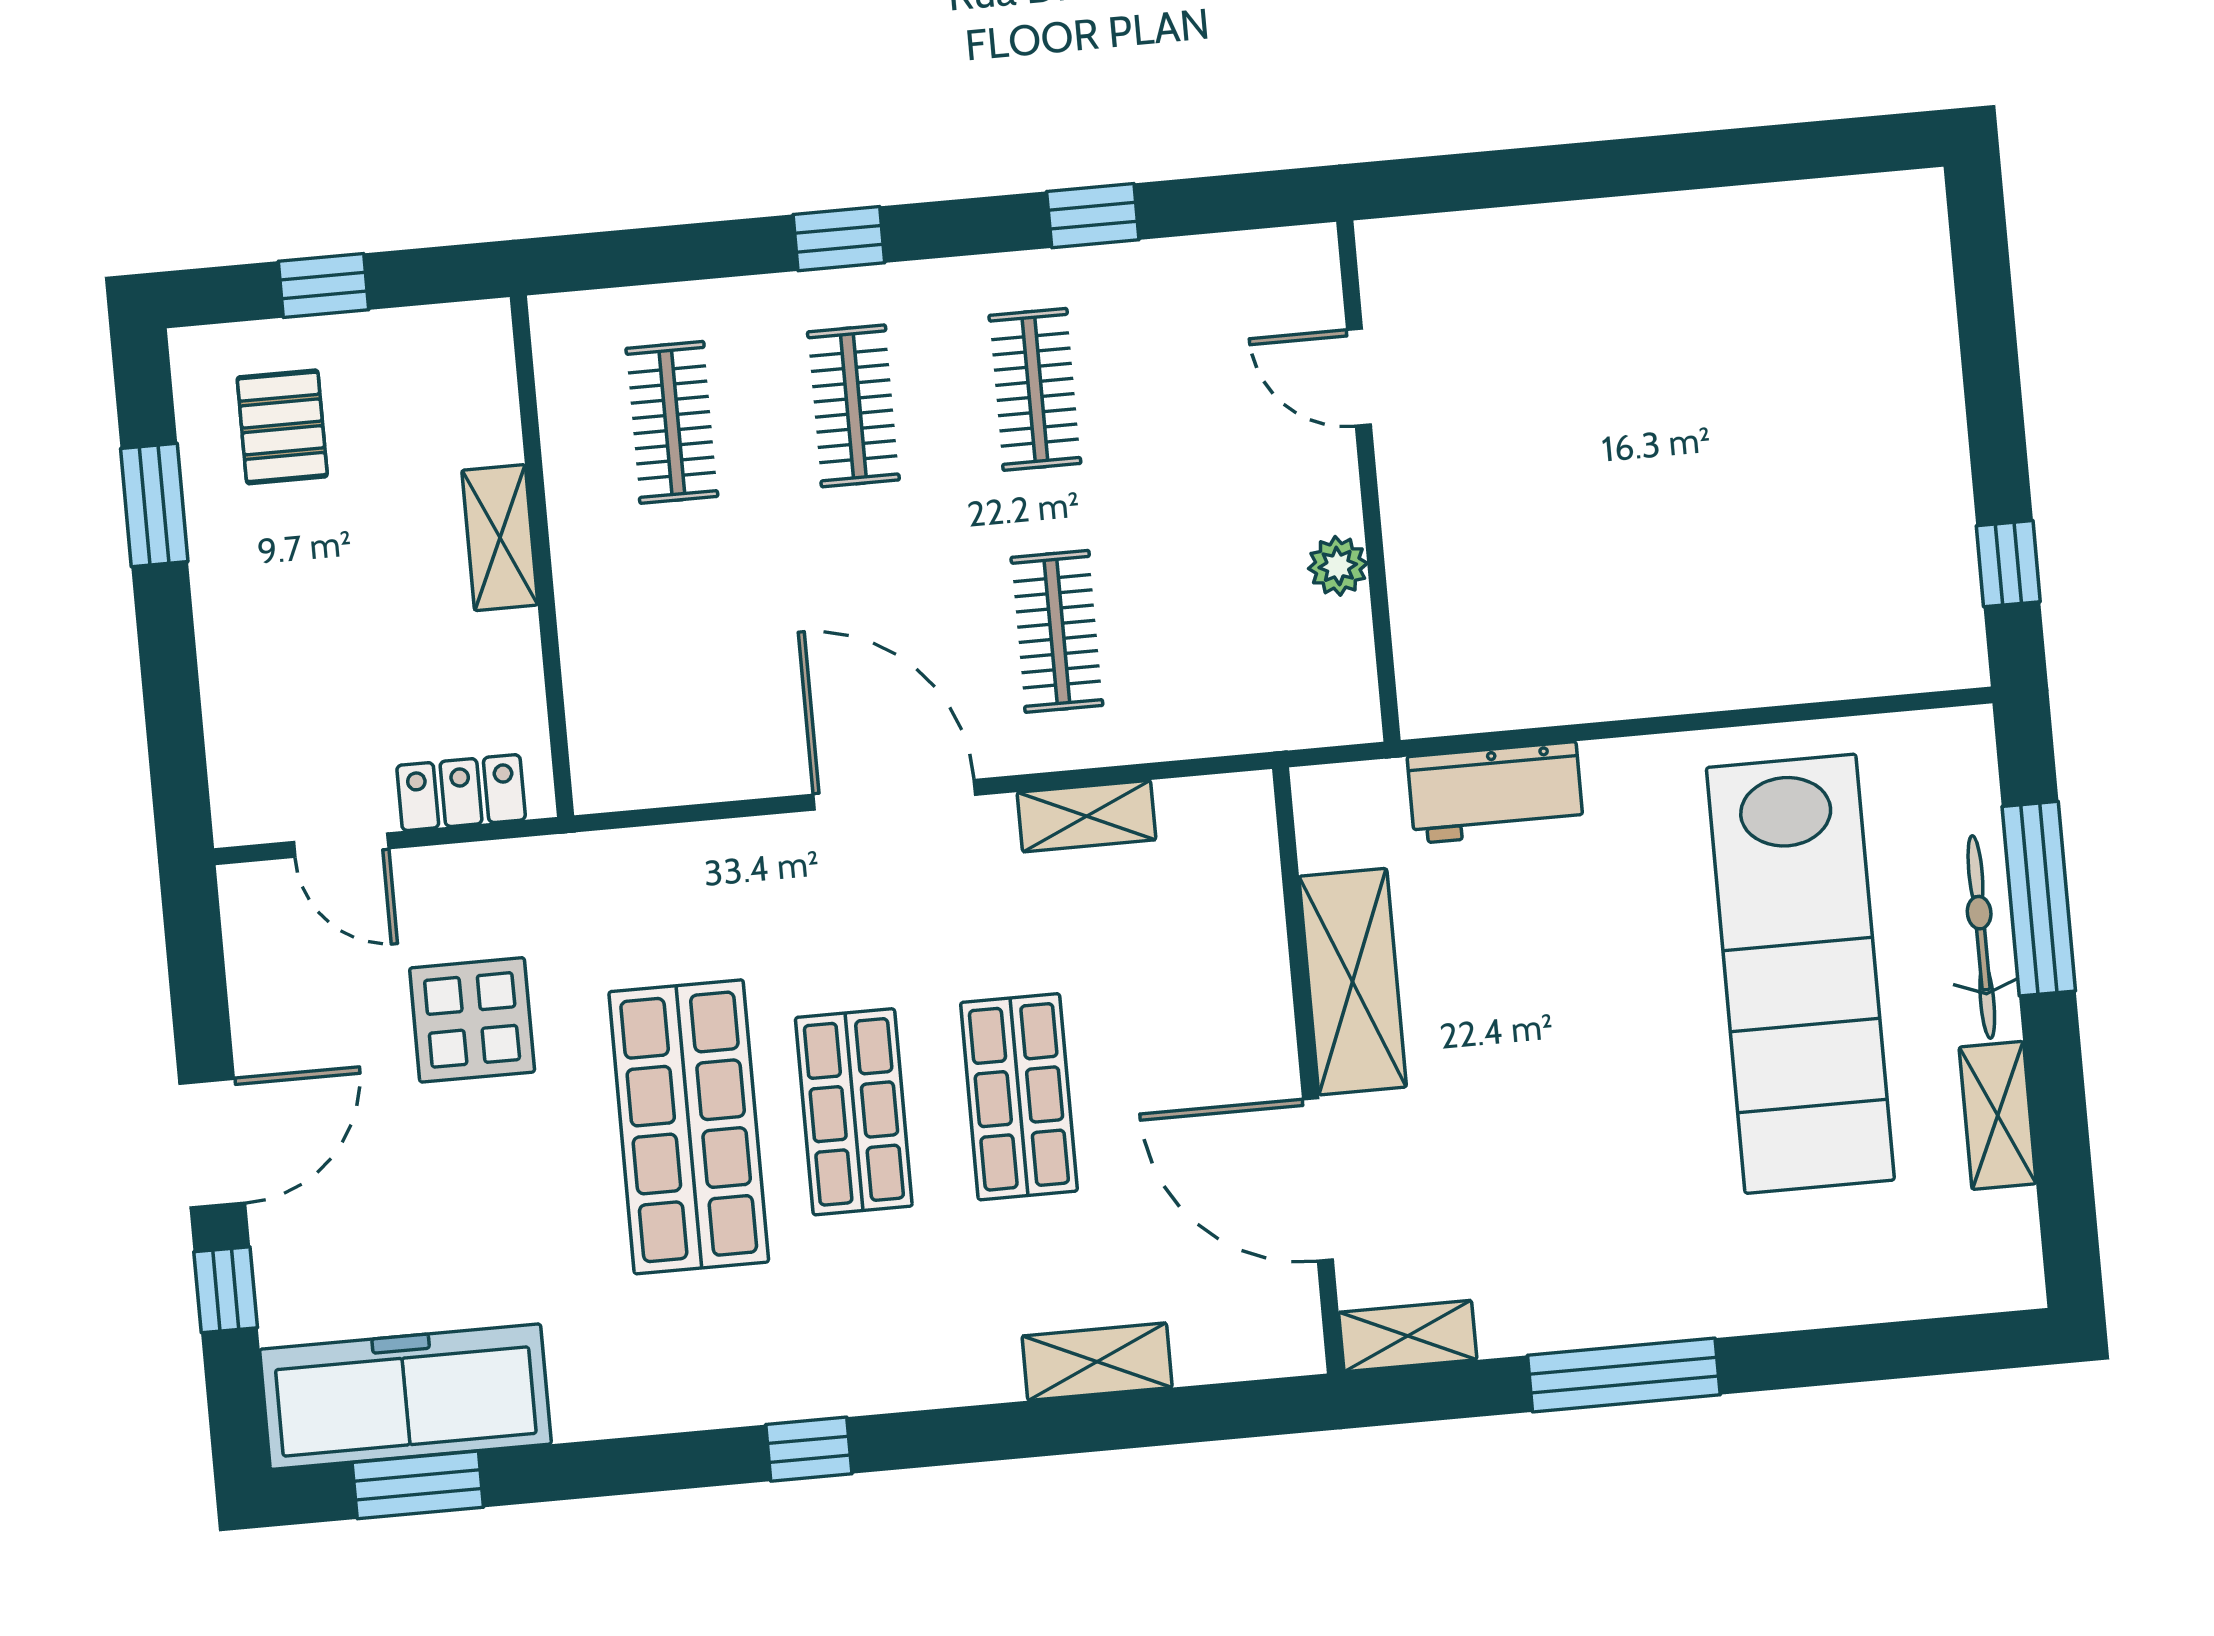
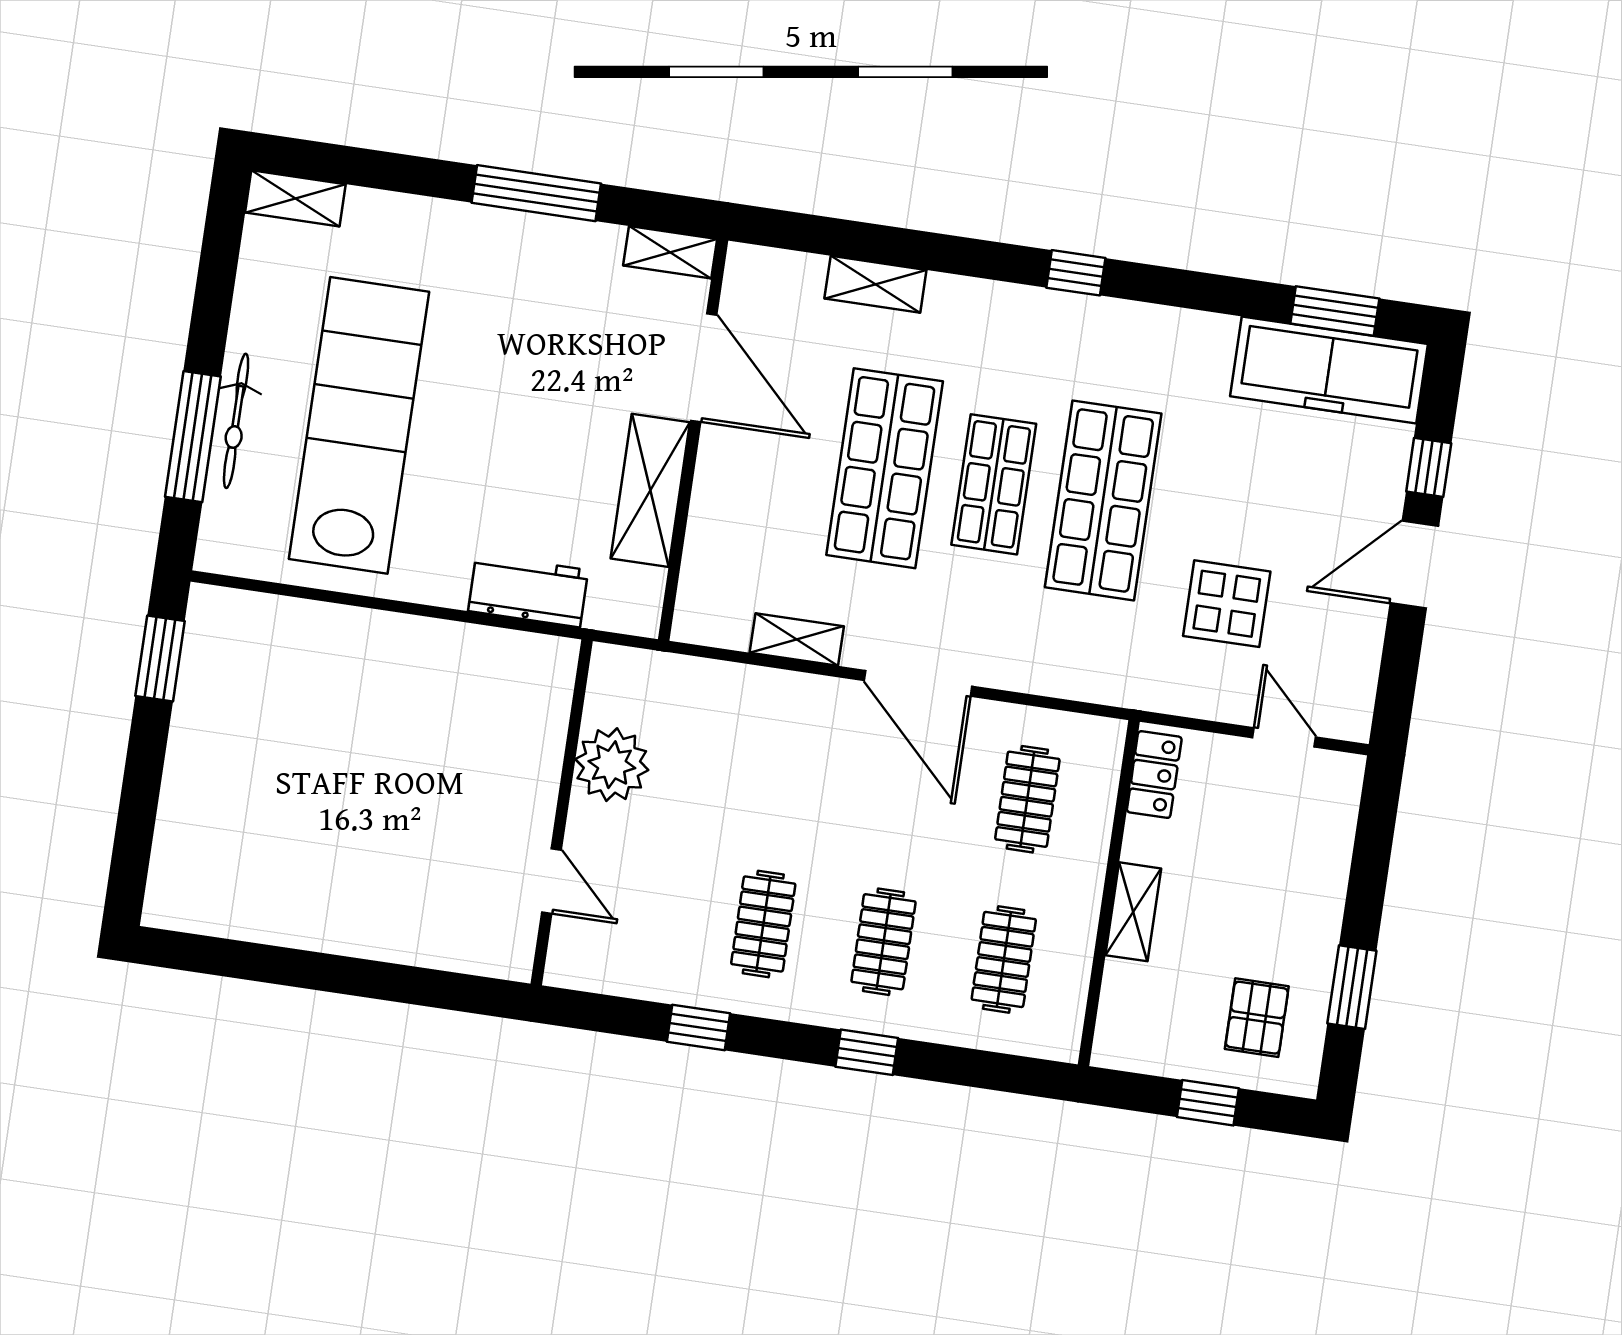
window: (2008, 564) -> (160, 658), width x1.50
plant: (1338, 566) -> (612, 765), width x1.87, depth x1.87
clothes rail: (1057, 631) -> (1027, 799), moved
locker: (461, 793) -> (1154, 775), moved, turned -90
shop shelf: (1019, 1097) -> (885, 468), width x1.43, depth x1.36
shelving: (1998, 1115) -> (295, 198), moved, turned 90

